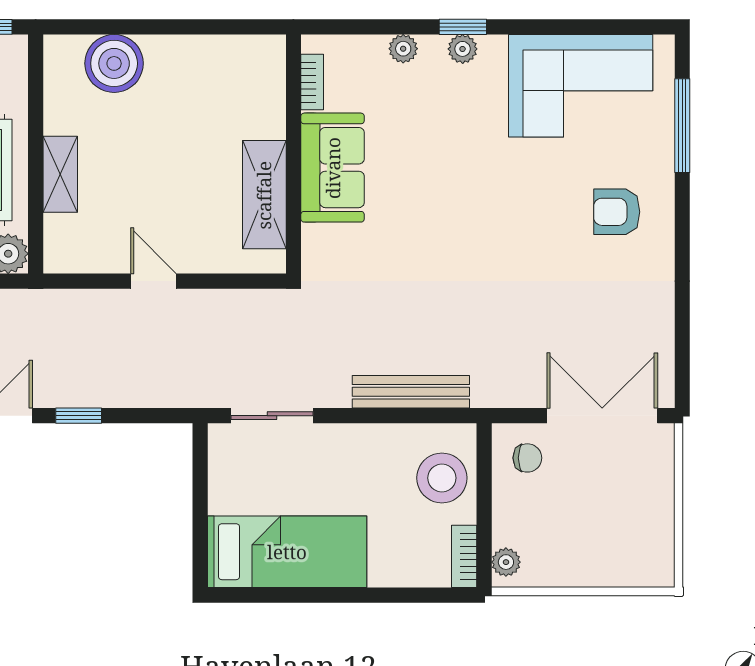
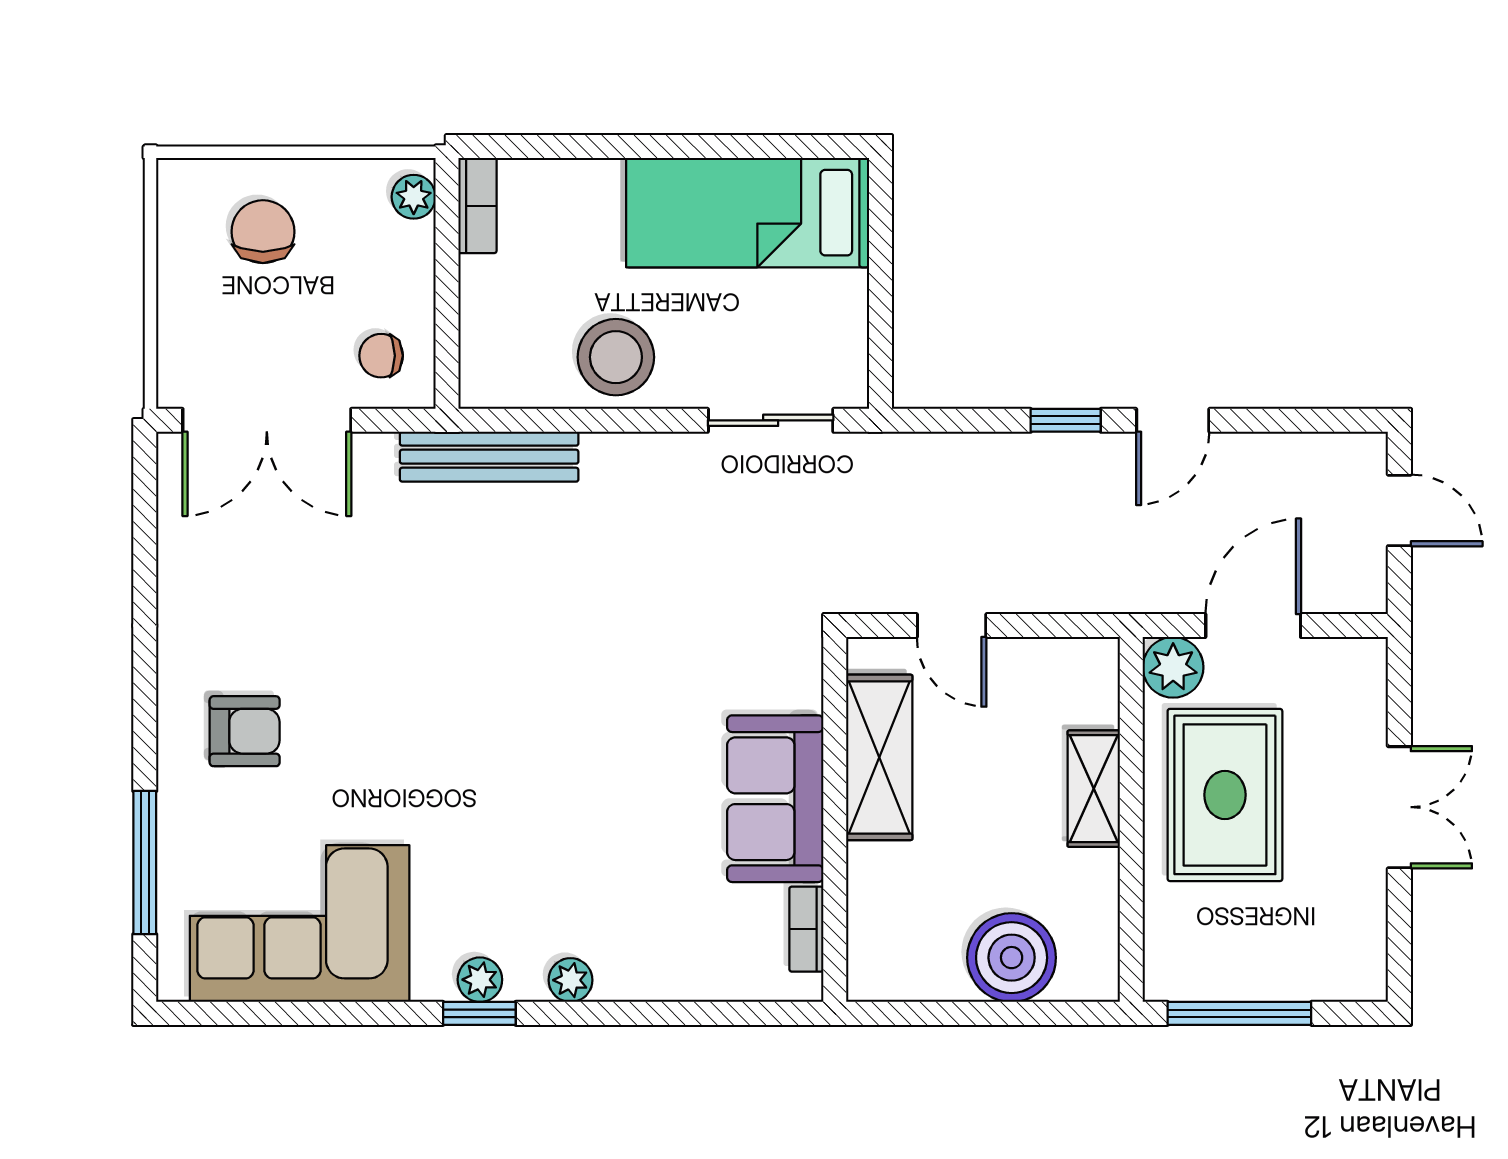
bookcase: (312, 82) -> (806, 929), moved
wall: (293, 154) -> (835, 819), moved
sofa: (333, 168) -> (775, 799), moved
shelving: (264, 195) -> (879, 757), moved
bench: (411, 392) -> (489, 457), moved
stool: (442, 478) -> (616, 357), moved
chair: (605, 539) -> (263, 232), added

